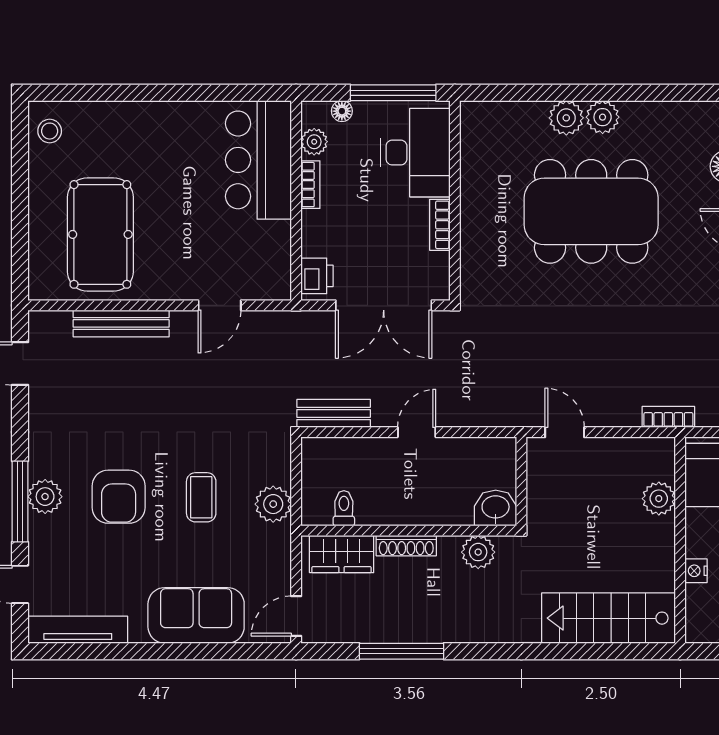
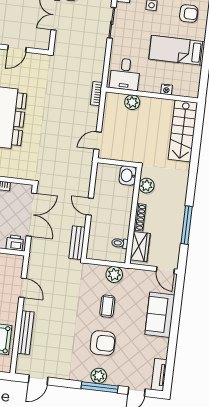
coffee table: (201, 497) -> (107, 306), turned 90
tv unit: (78, 630) -> (159, 375), width x0.71

